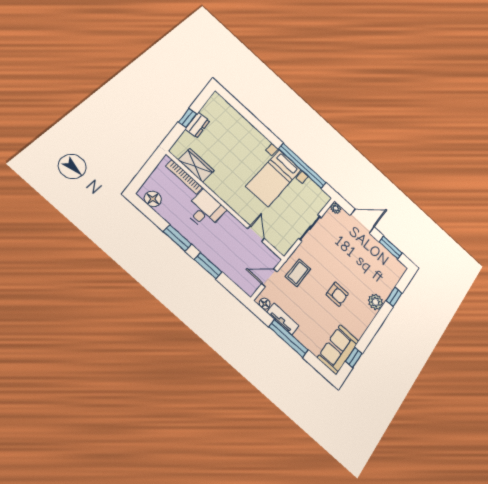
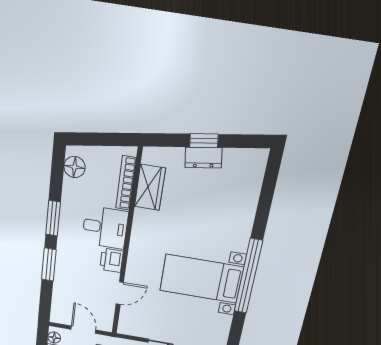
window: (302, 166) -> (248, 276), moved
printer: (230, 222) -> (111, 260), added

